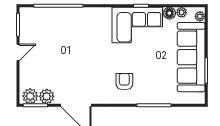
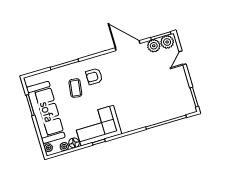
door: (18, 52) -> (183, 58), moved
coffee table: (149, 75) -> (75, 88), added
armchair: (124, 82) -> (94, 76), turned 90

